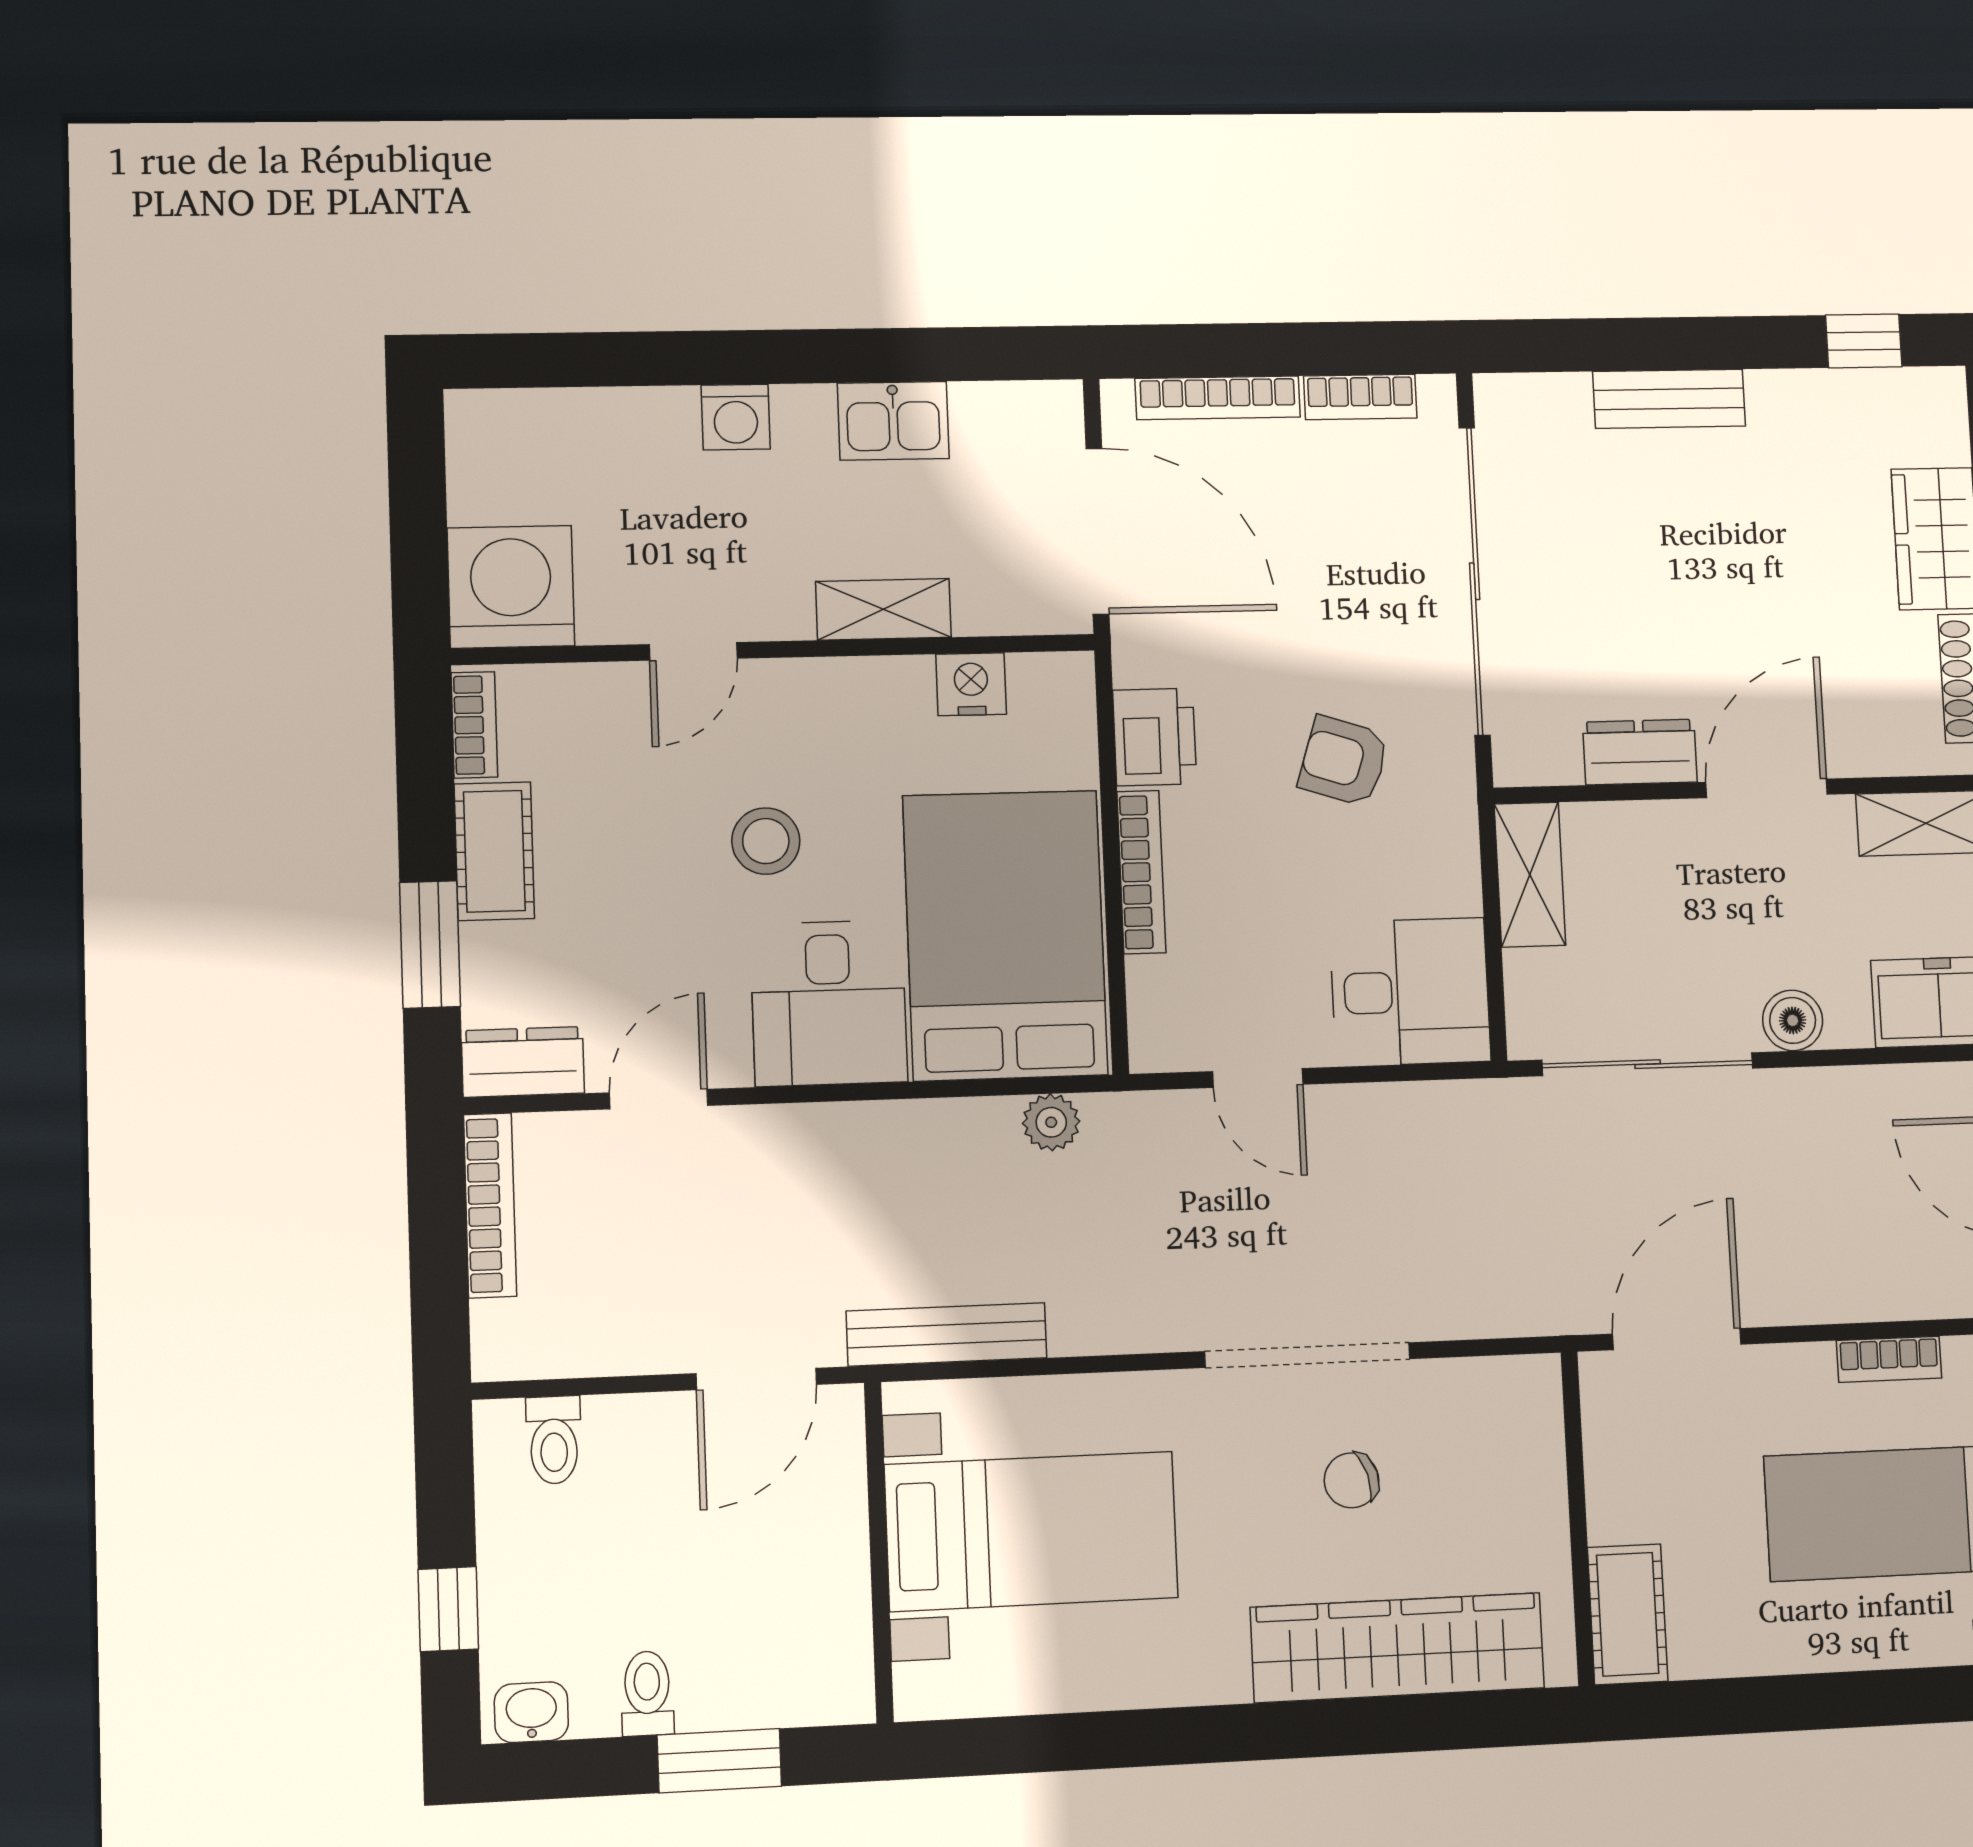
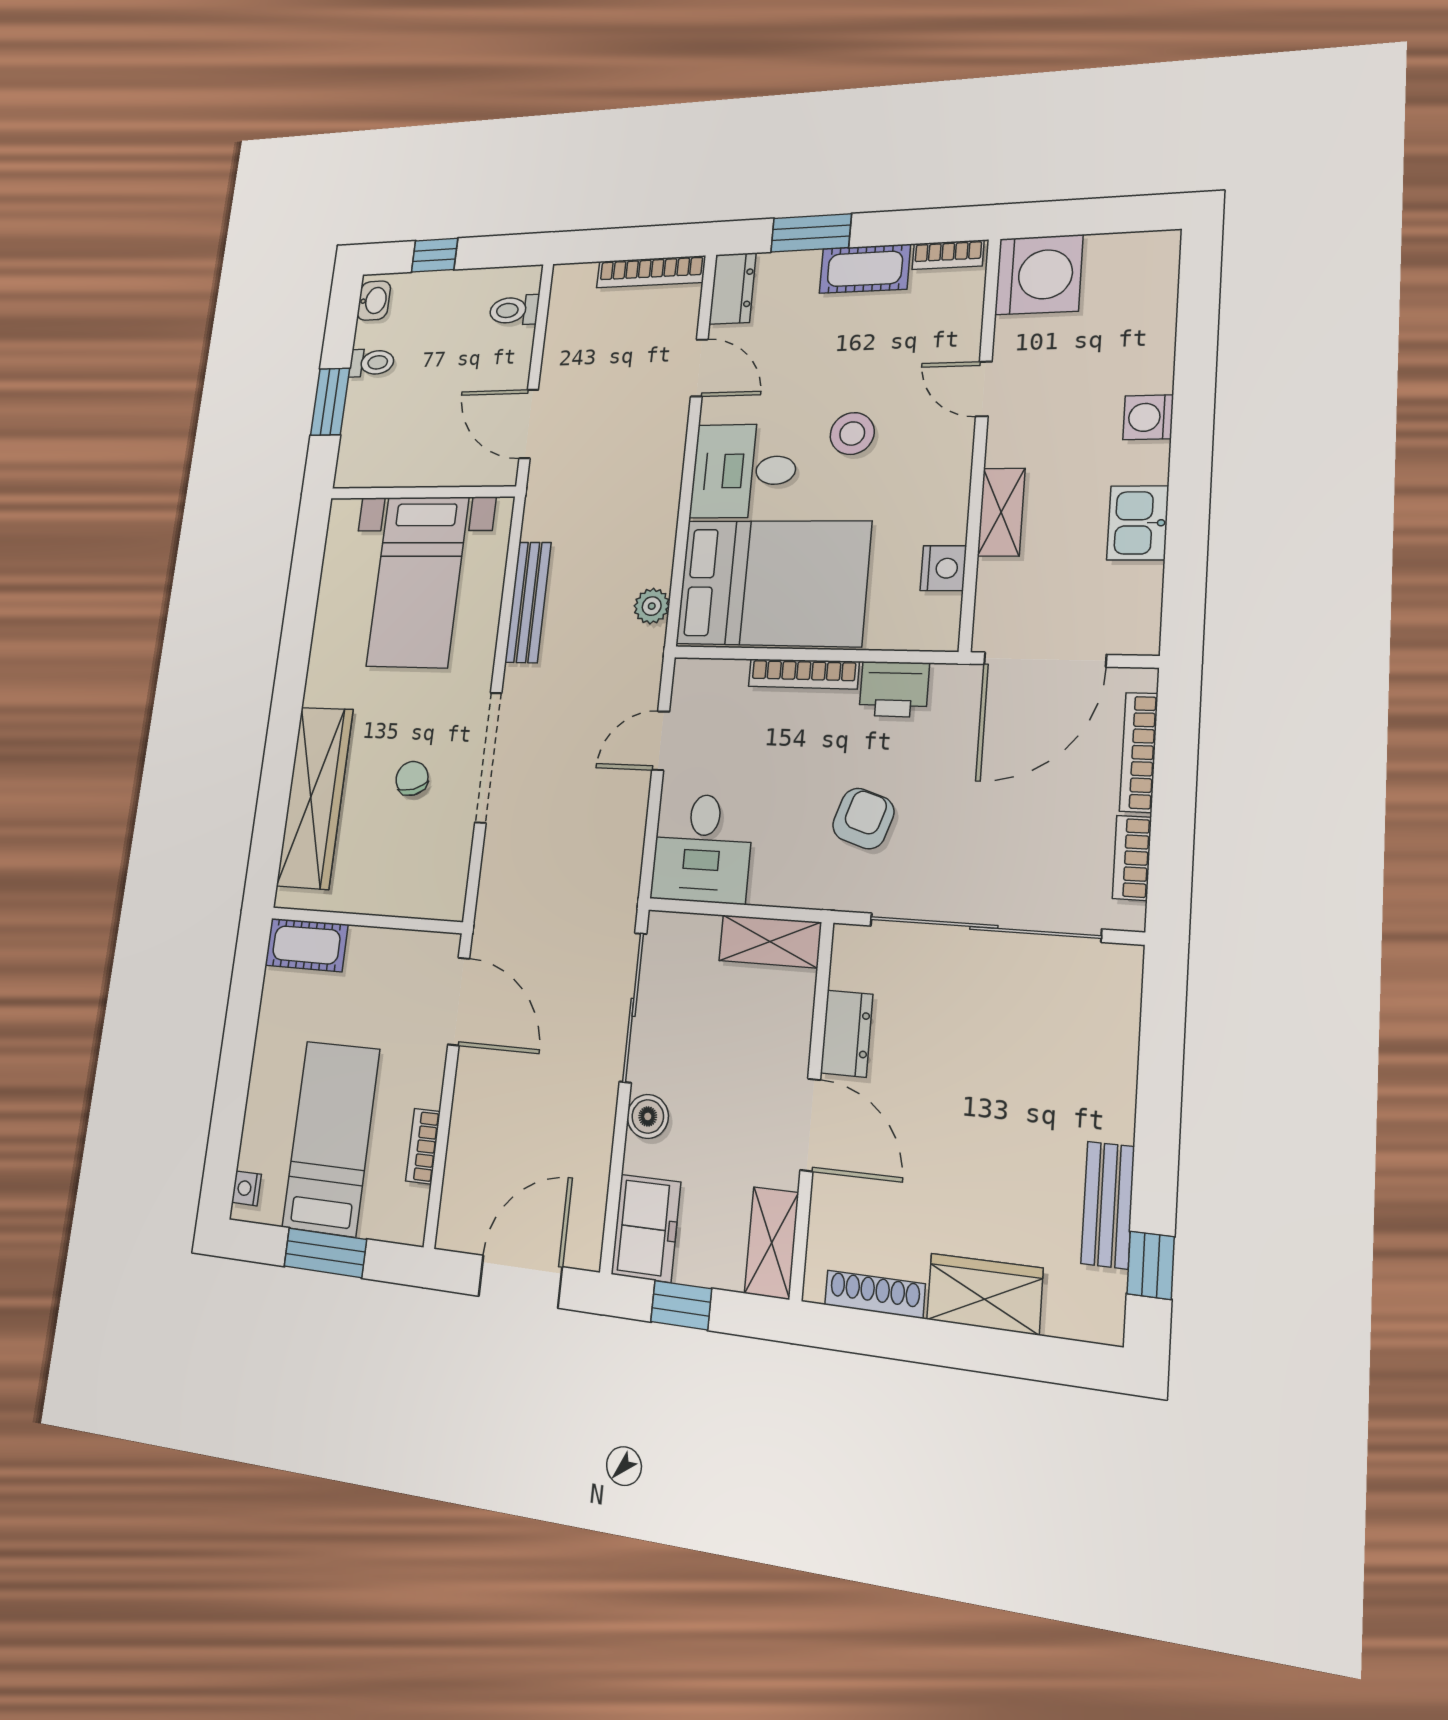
bench: (1669, 399) -> (1108, 1205), moved
bench: (947, 1334) -> (528, 602), moved

